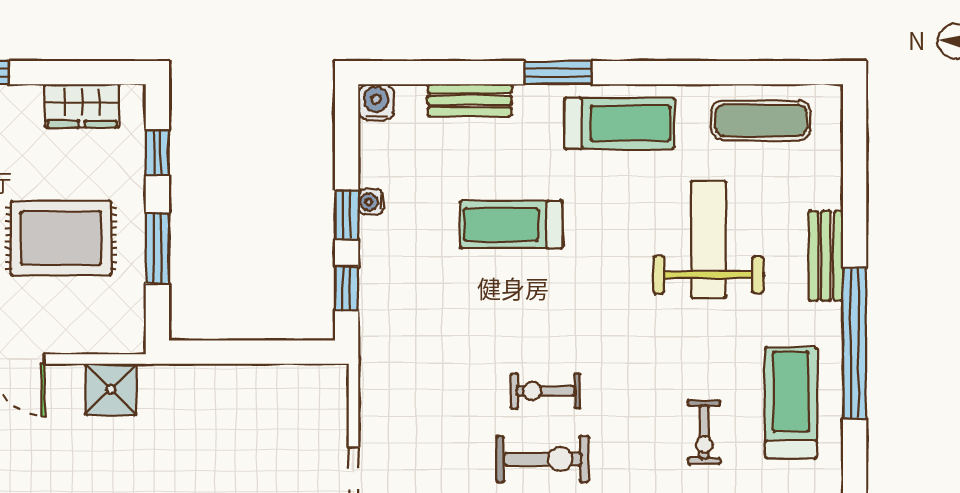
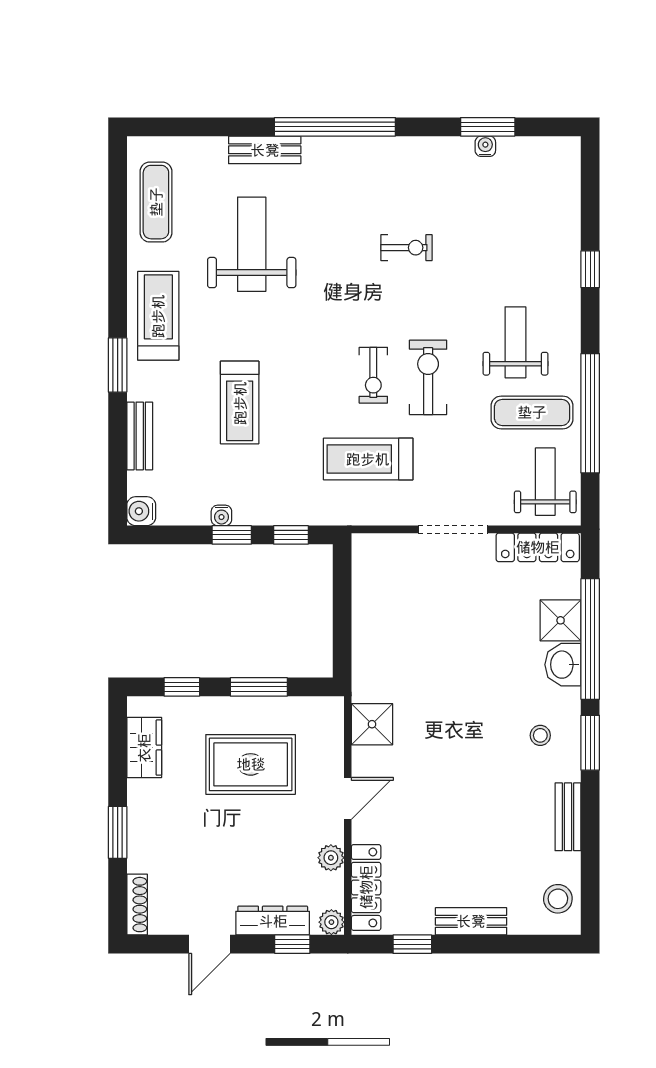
rug: (61, 238) -> (251, 764), turned 90
weight bench: (708, 240) -> (252, 244), turned 90
treadmill: (791, 403) -> (368, 459), moved

